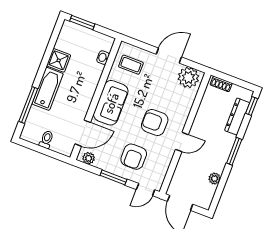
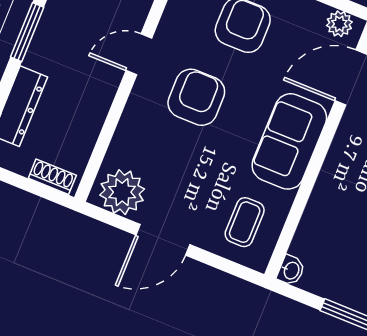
washbasin: (103, 58) -> (291, 270), moved
coffee table: (131, 65) -> (245, 222), turned 90
armchair: (155, 122) -> (196, 97), turned -90

